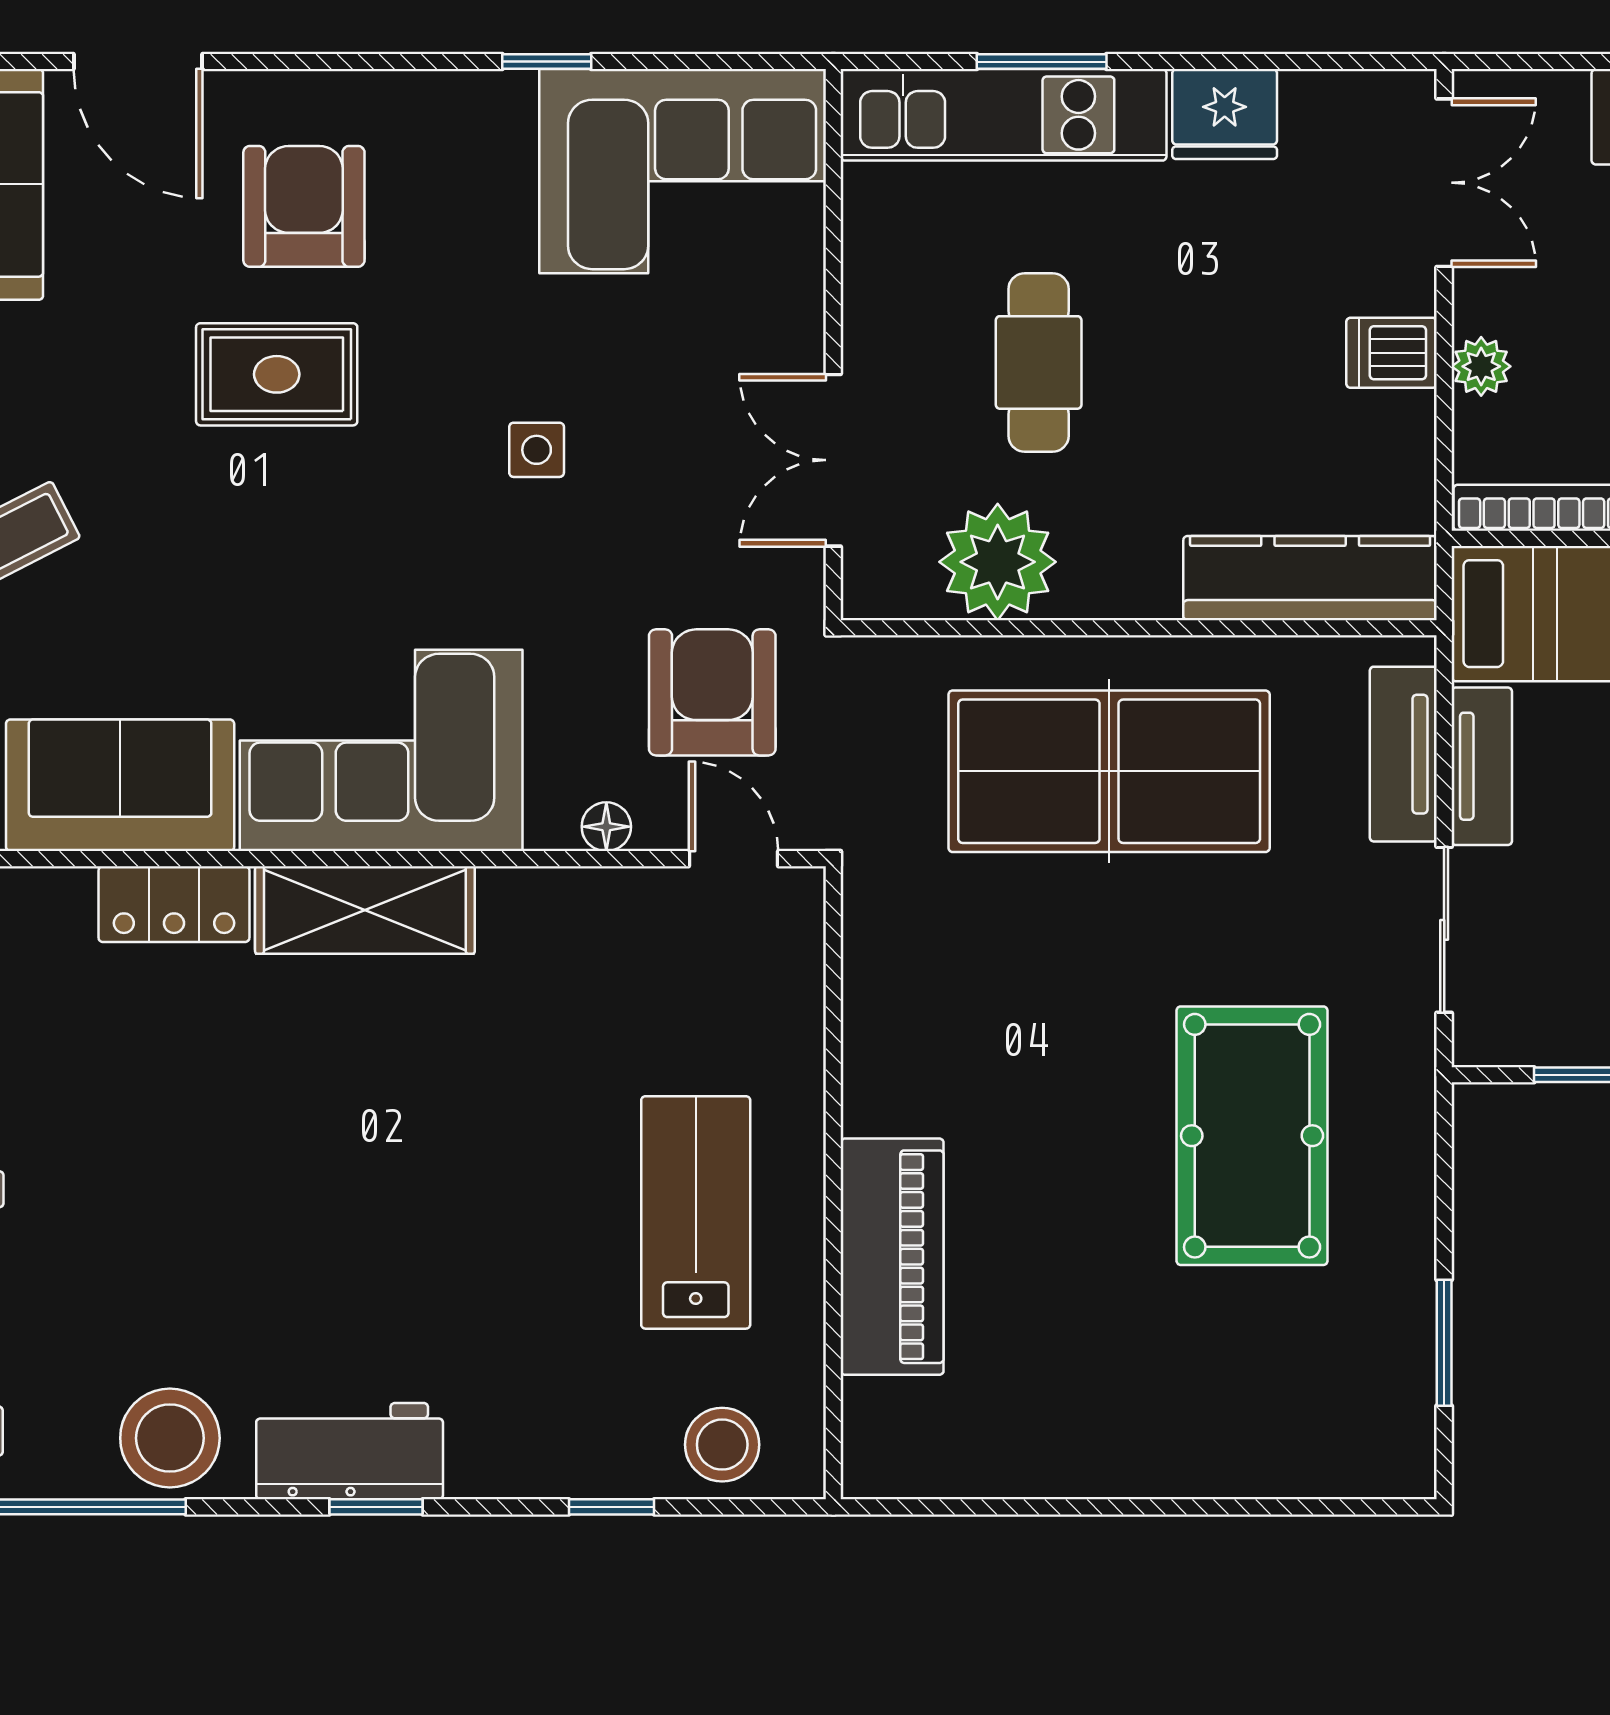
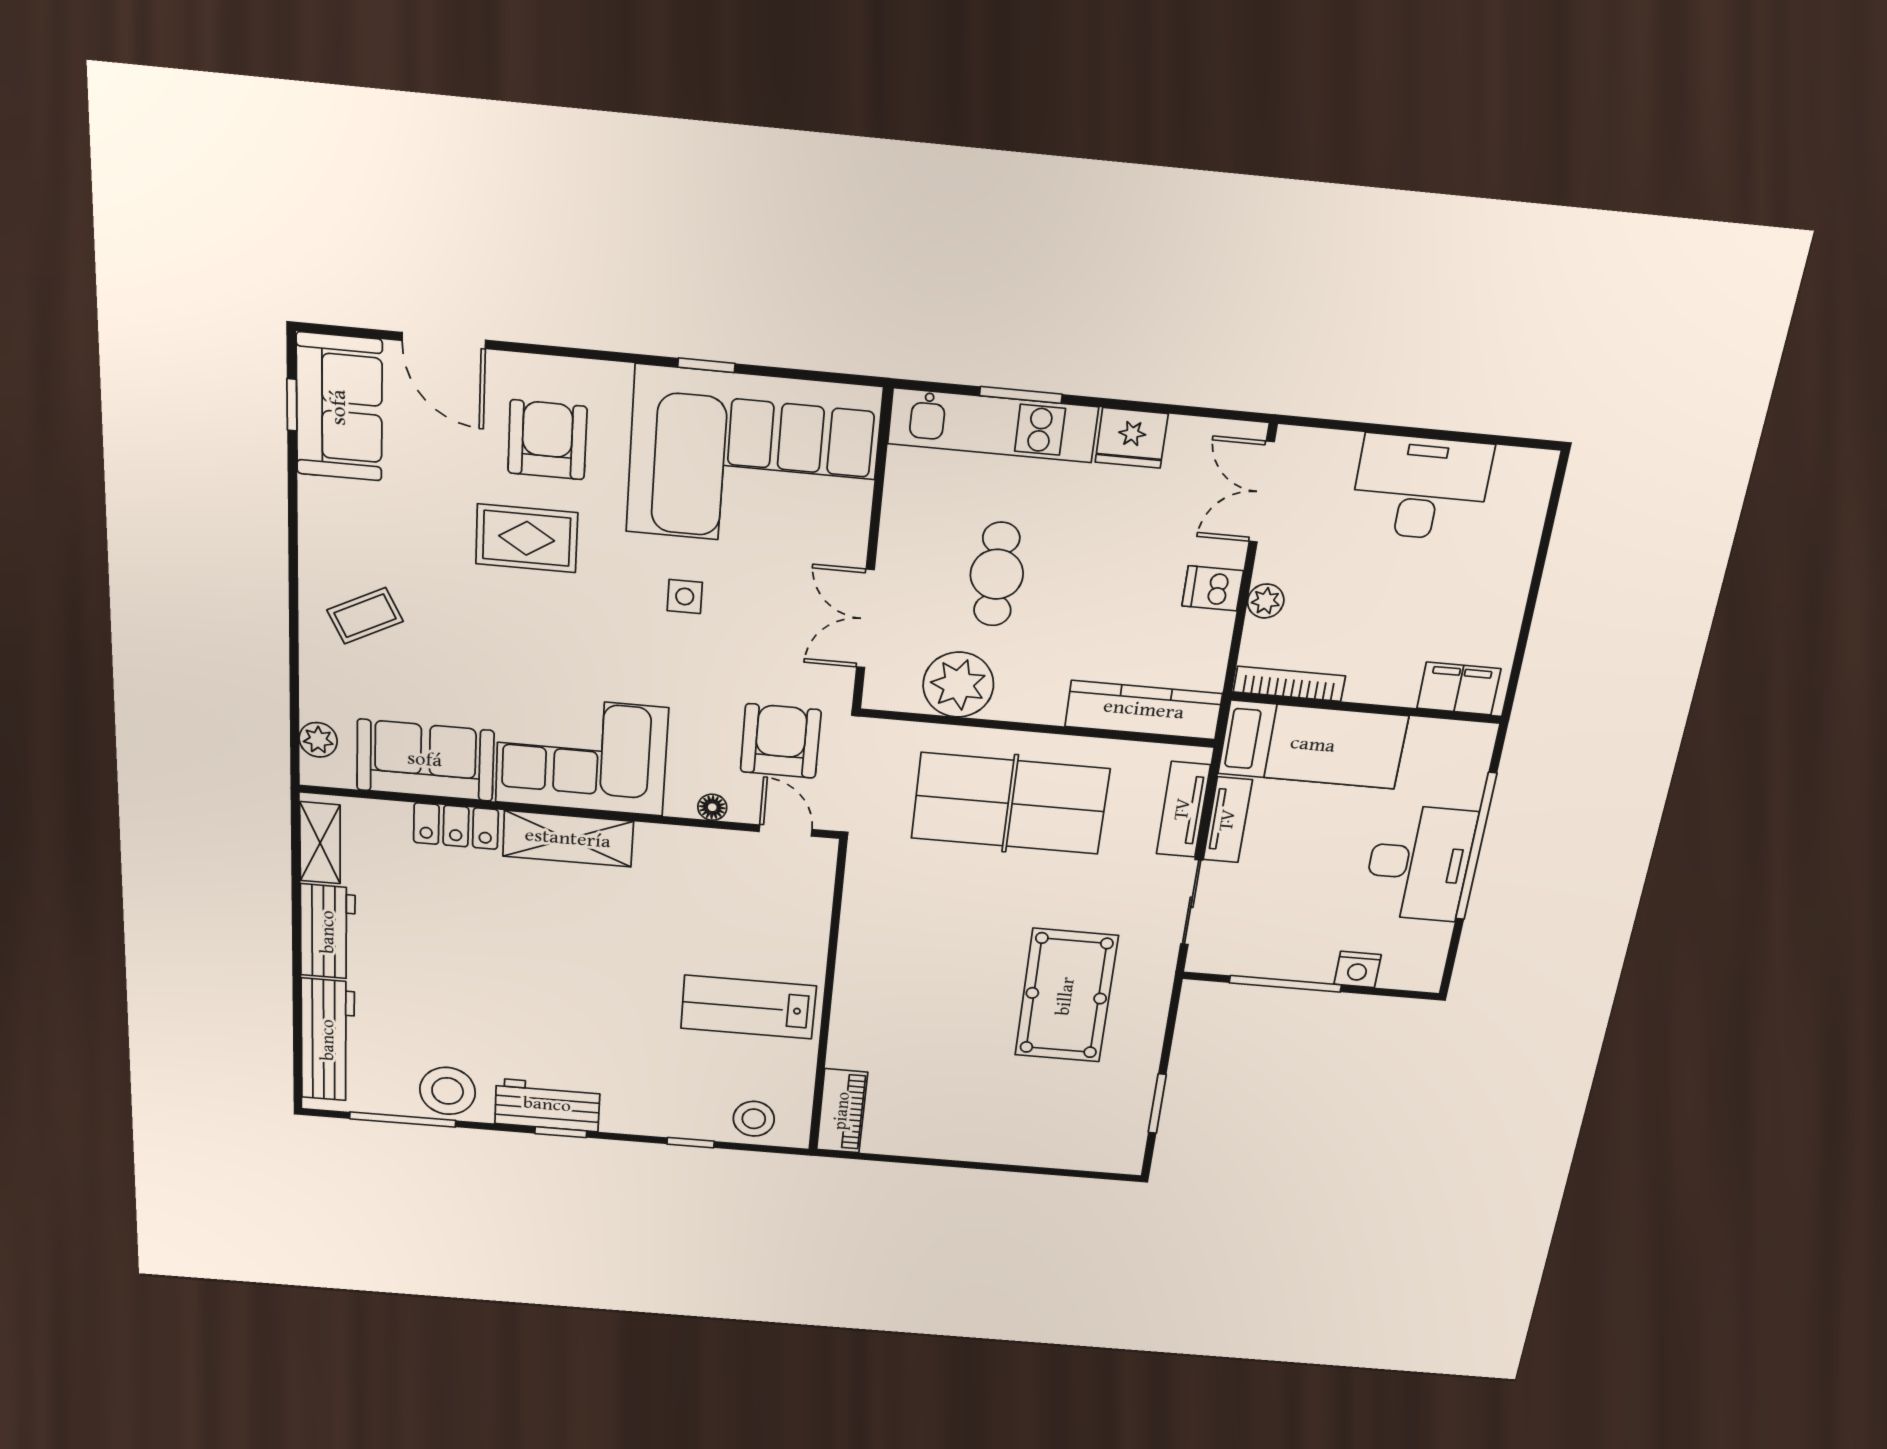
corner sofa: (683, 171) -> (753, 460), width x1.36, depth x1.36
double door: (1444, 183) -> (1262, 492), swing flipped
lab bench: (696, 1212) -> (748, 1007), turned -90
piano: (892, 1257) -> (842, 1111), moved, width x0.73, depth x0.75

